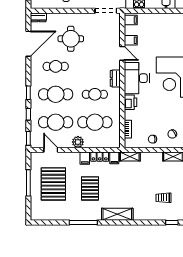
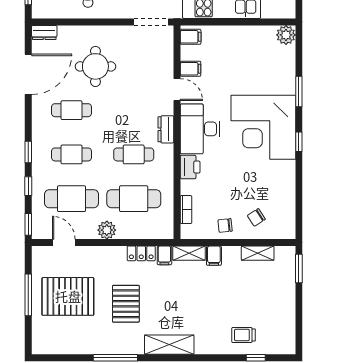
cafe table: (56, 94) -> (71, 154), width x0.73, depth x0.74
filing cabinet: (85, 158) -> (214, 256), moved
pallet: (53, 184) -> (68, 296), turned 90
trolley: (163, 198) -> (244, 335), moved

